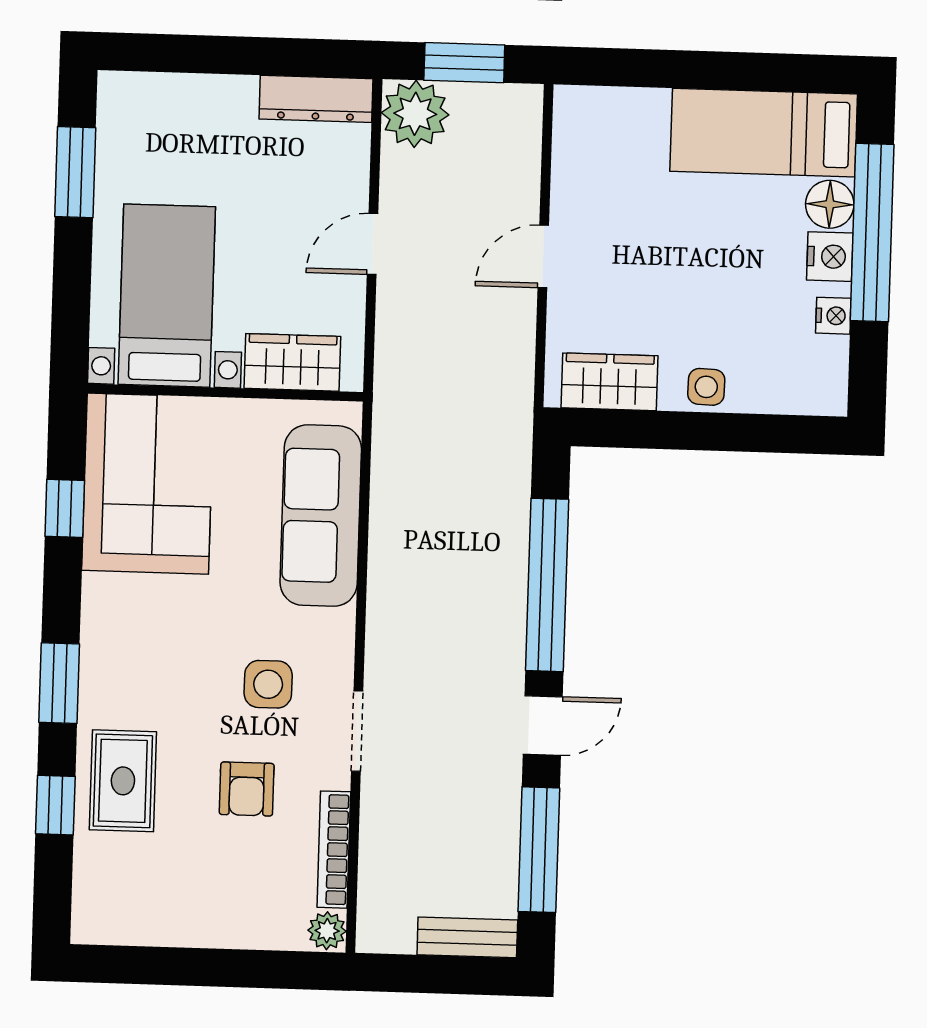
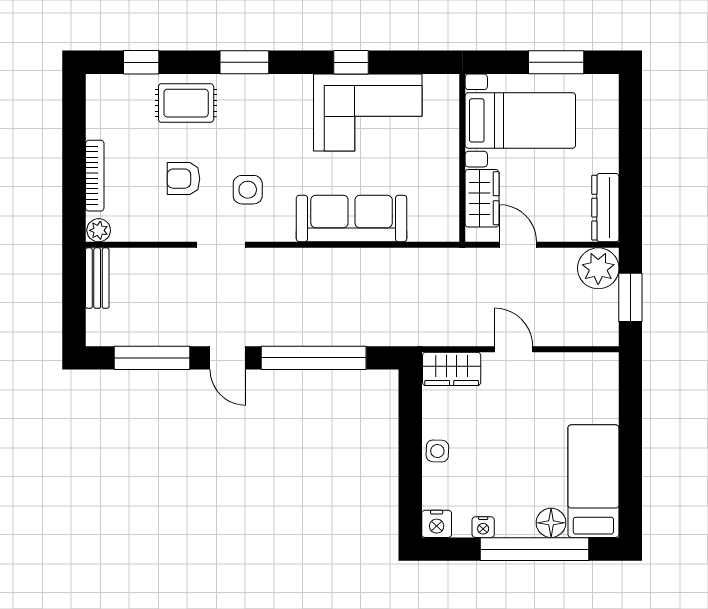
nightstand: (830, 257) -> (437, 524), moved
bed with nightstands: (167, 296) -> (520, 120), moved
wardrobe: (292, 362) -> (482, 198), moved
wardrobe: (610, 382) -> (452, 369), moved, turned 90
wall: (225, 393) -> (462, 158), moved
window: (55, 805) -> (141, 62), moved
bookcase: (334, 850) -> (95, 176), moved, turned 90
bench: (467, 937) -> (97, 278), moved

